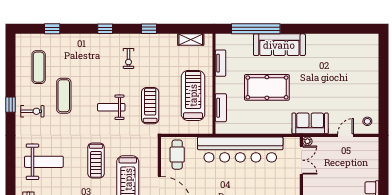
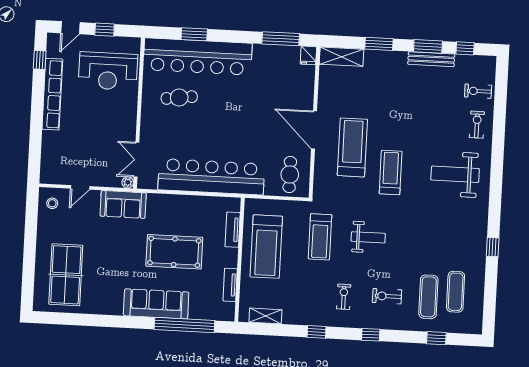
table tennis table: (353, 64) -> (66, 275), added
exercise mat: (64, 96) -> (428, 297), moved
exercise bike: (32, 111) -> (387, 296), moved

